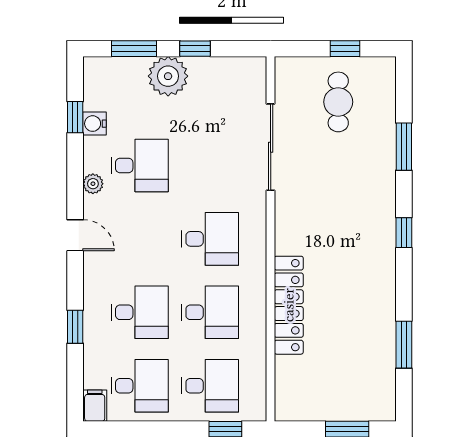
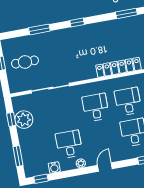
window: (195, 49) -> (11, 119), moved
plant: (168, 76) -> (24, 120), moved
window: (75, 117) -> (41, 179), moved

